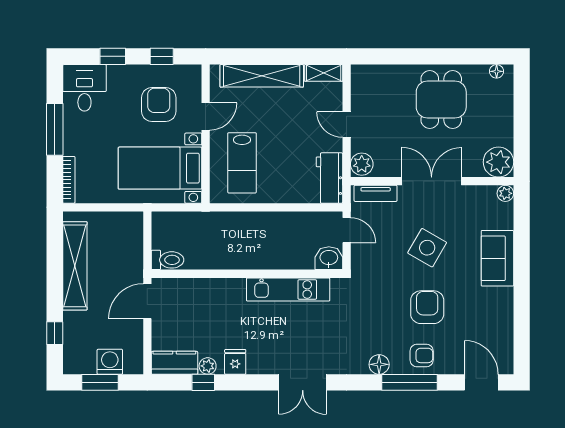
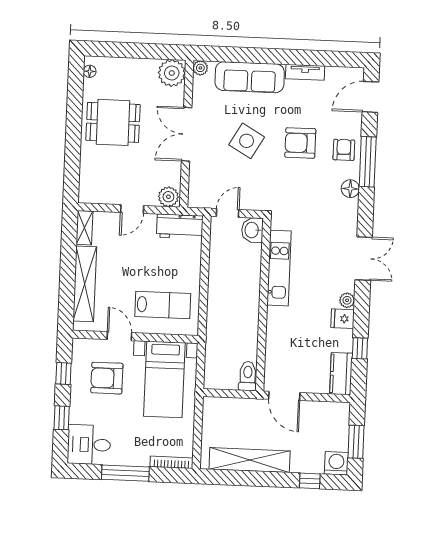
tv unit: (376, 193) -> (305, 72), moved, turned 90
sofa: (497, 258) -> (250, 77), width x1.36
washing machine: (110, 362) -> (336, 463), moved, turned 90
plant: (208, 366) -> (347, 300), moved

